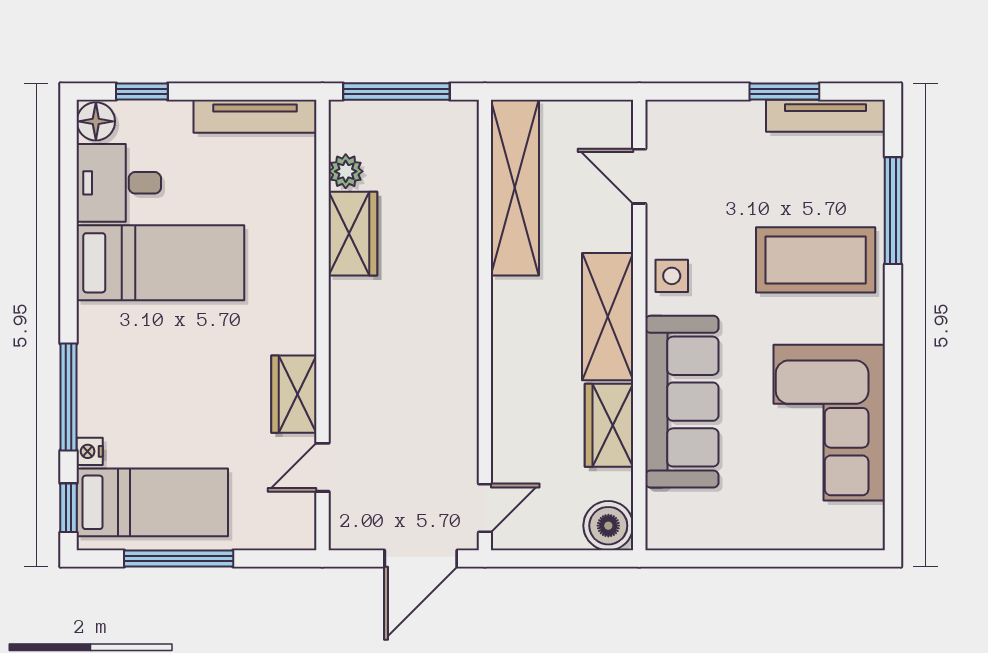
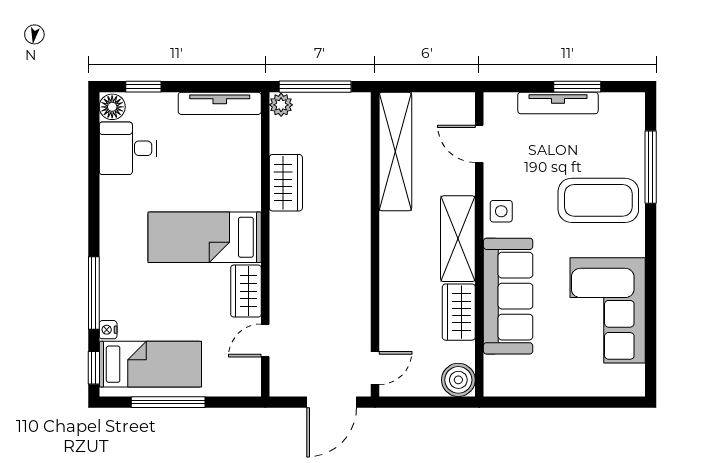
tv unit: (826, 116) -> (558, 103), moved
plant: (346, 171) -> (281, 105), moved
bed: (160, 263) -> (205, 237), moved, turned 180

